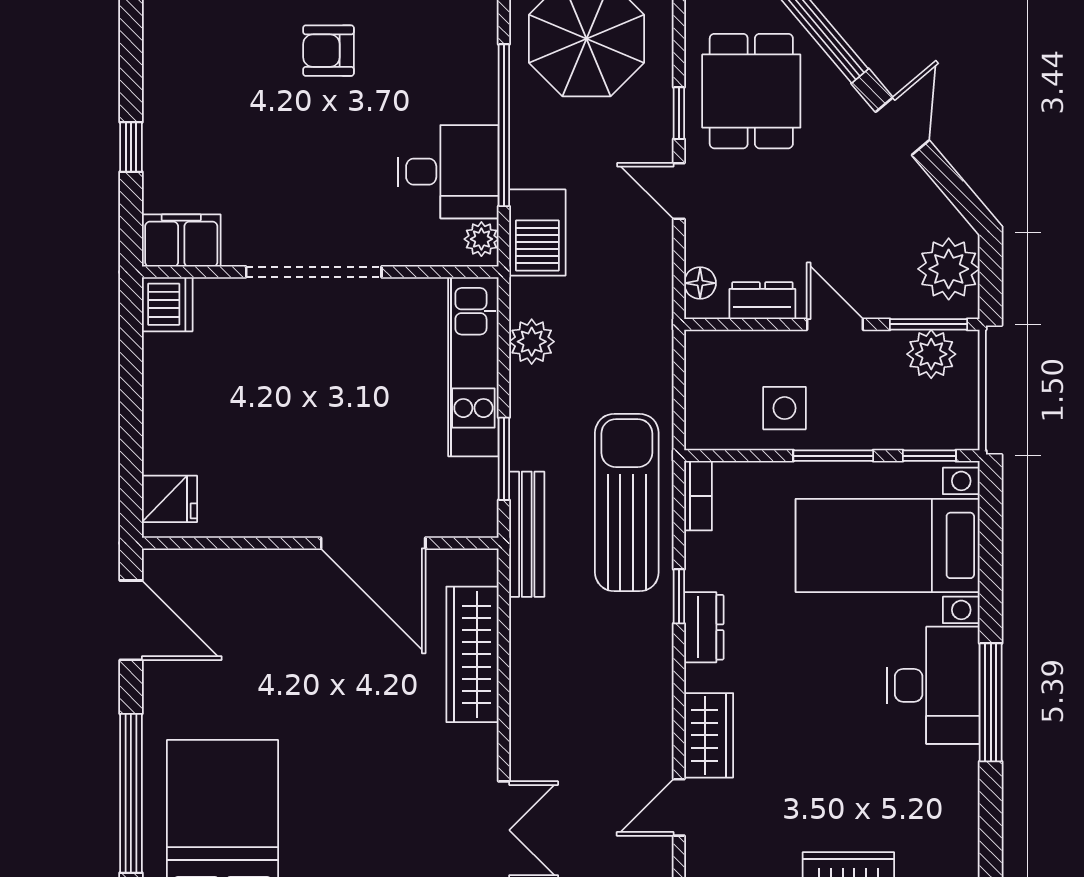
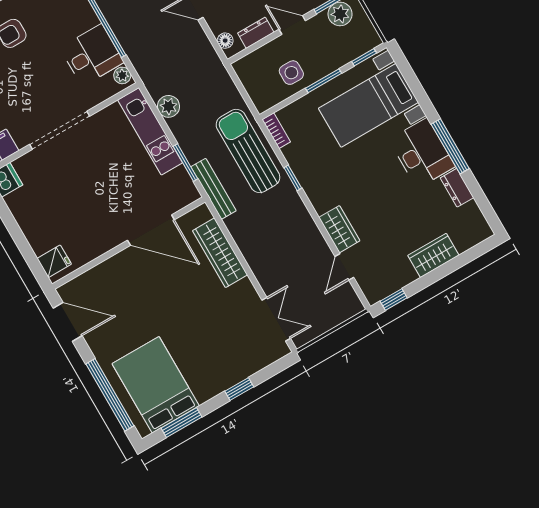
barbecue: (537, 233) -> (144, 59), removed
dresser: (704, 627) -> (457, 188), moved, turned 180

